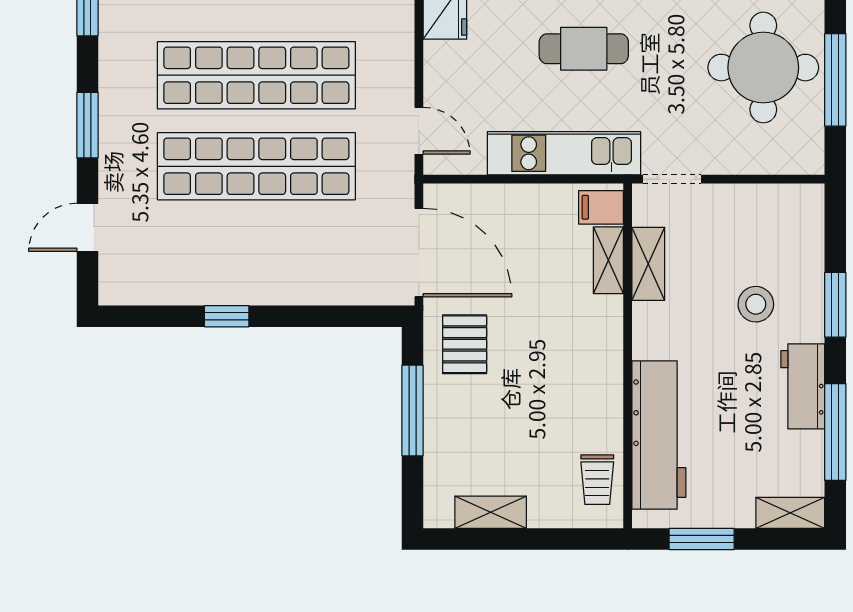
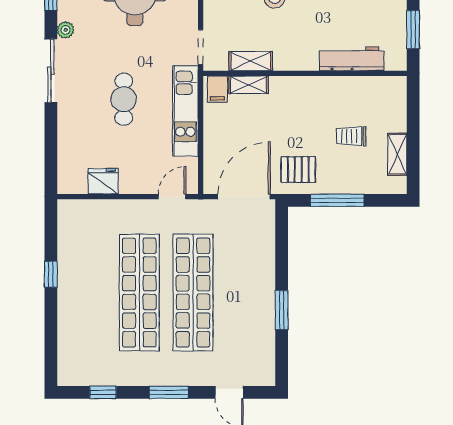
window: (227, 316) -> (282, 310), width x1.50
workbench: (659, 435) -> (352, 59), width x0.73, depth x0.76
trolley: (597, 480) -> (351, 136), moved, turned 180

